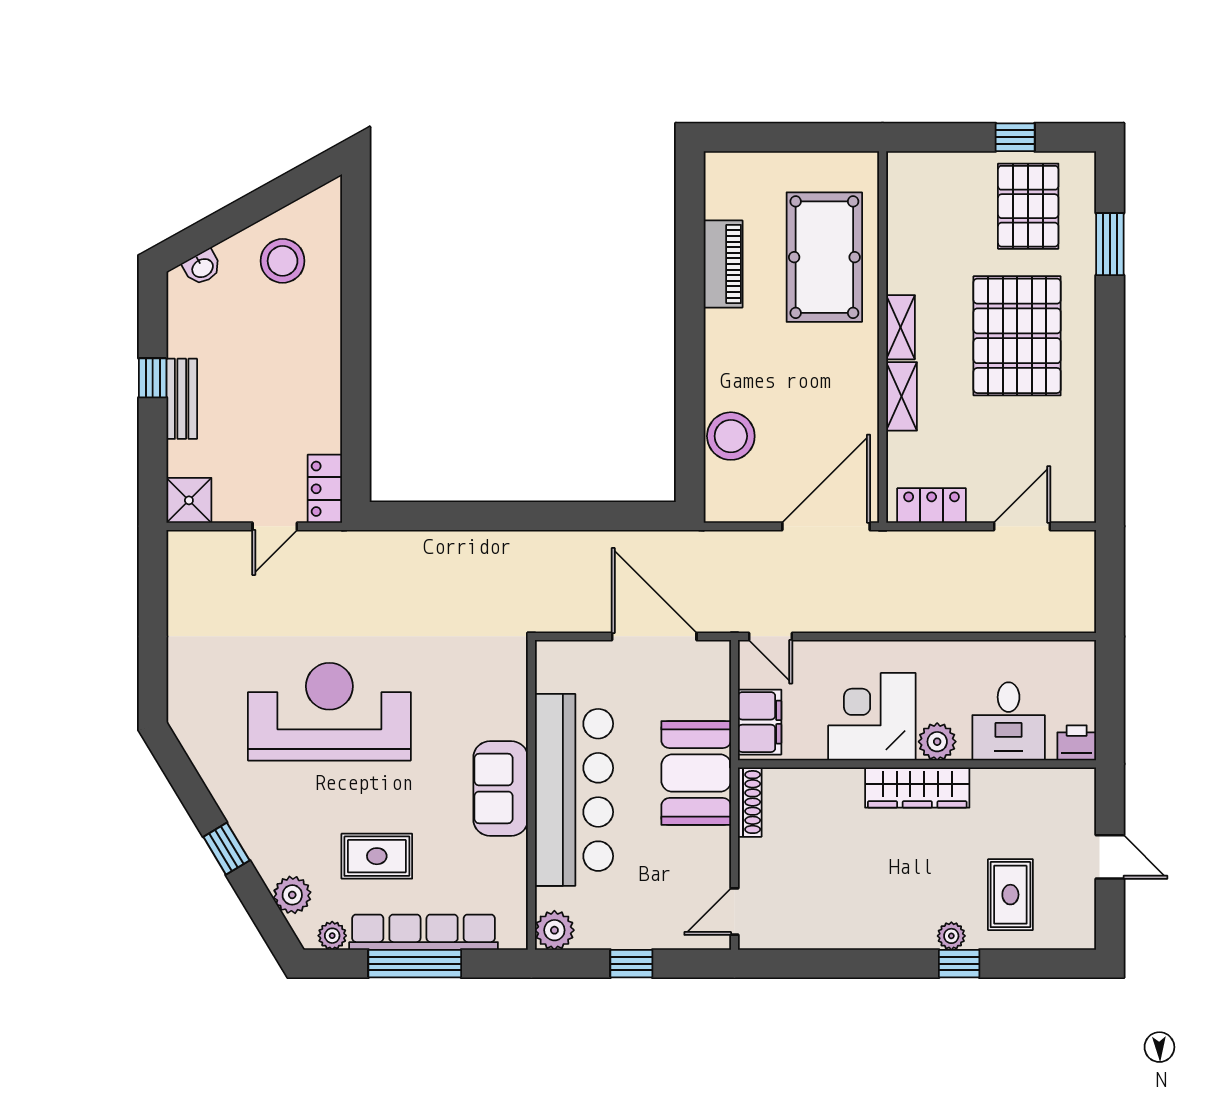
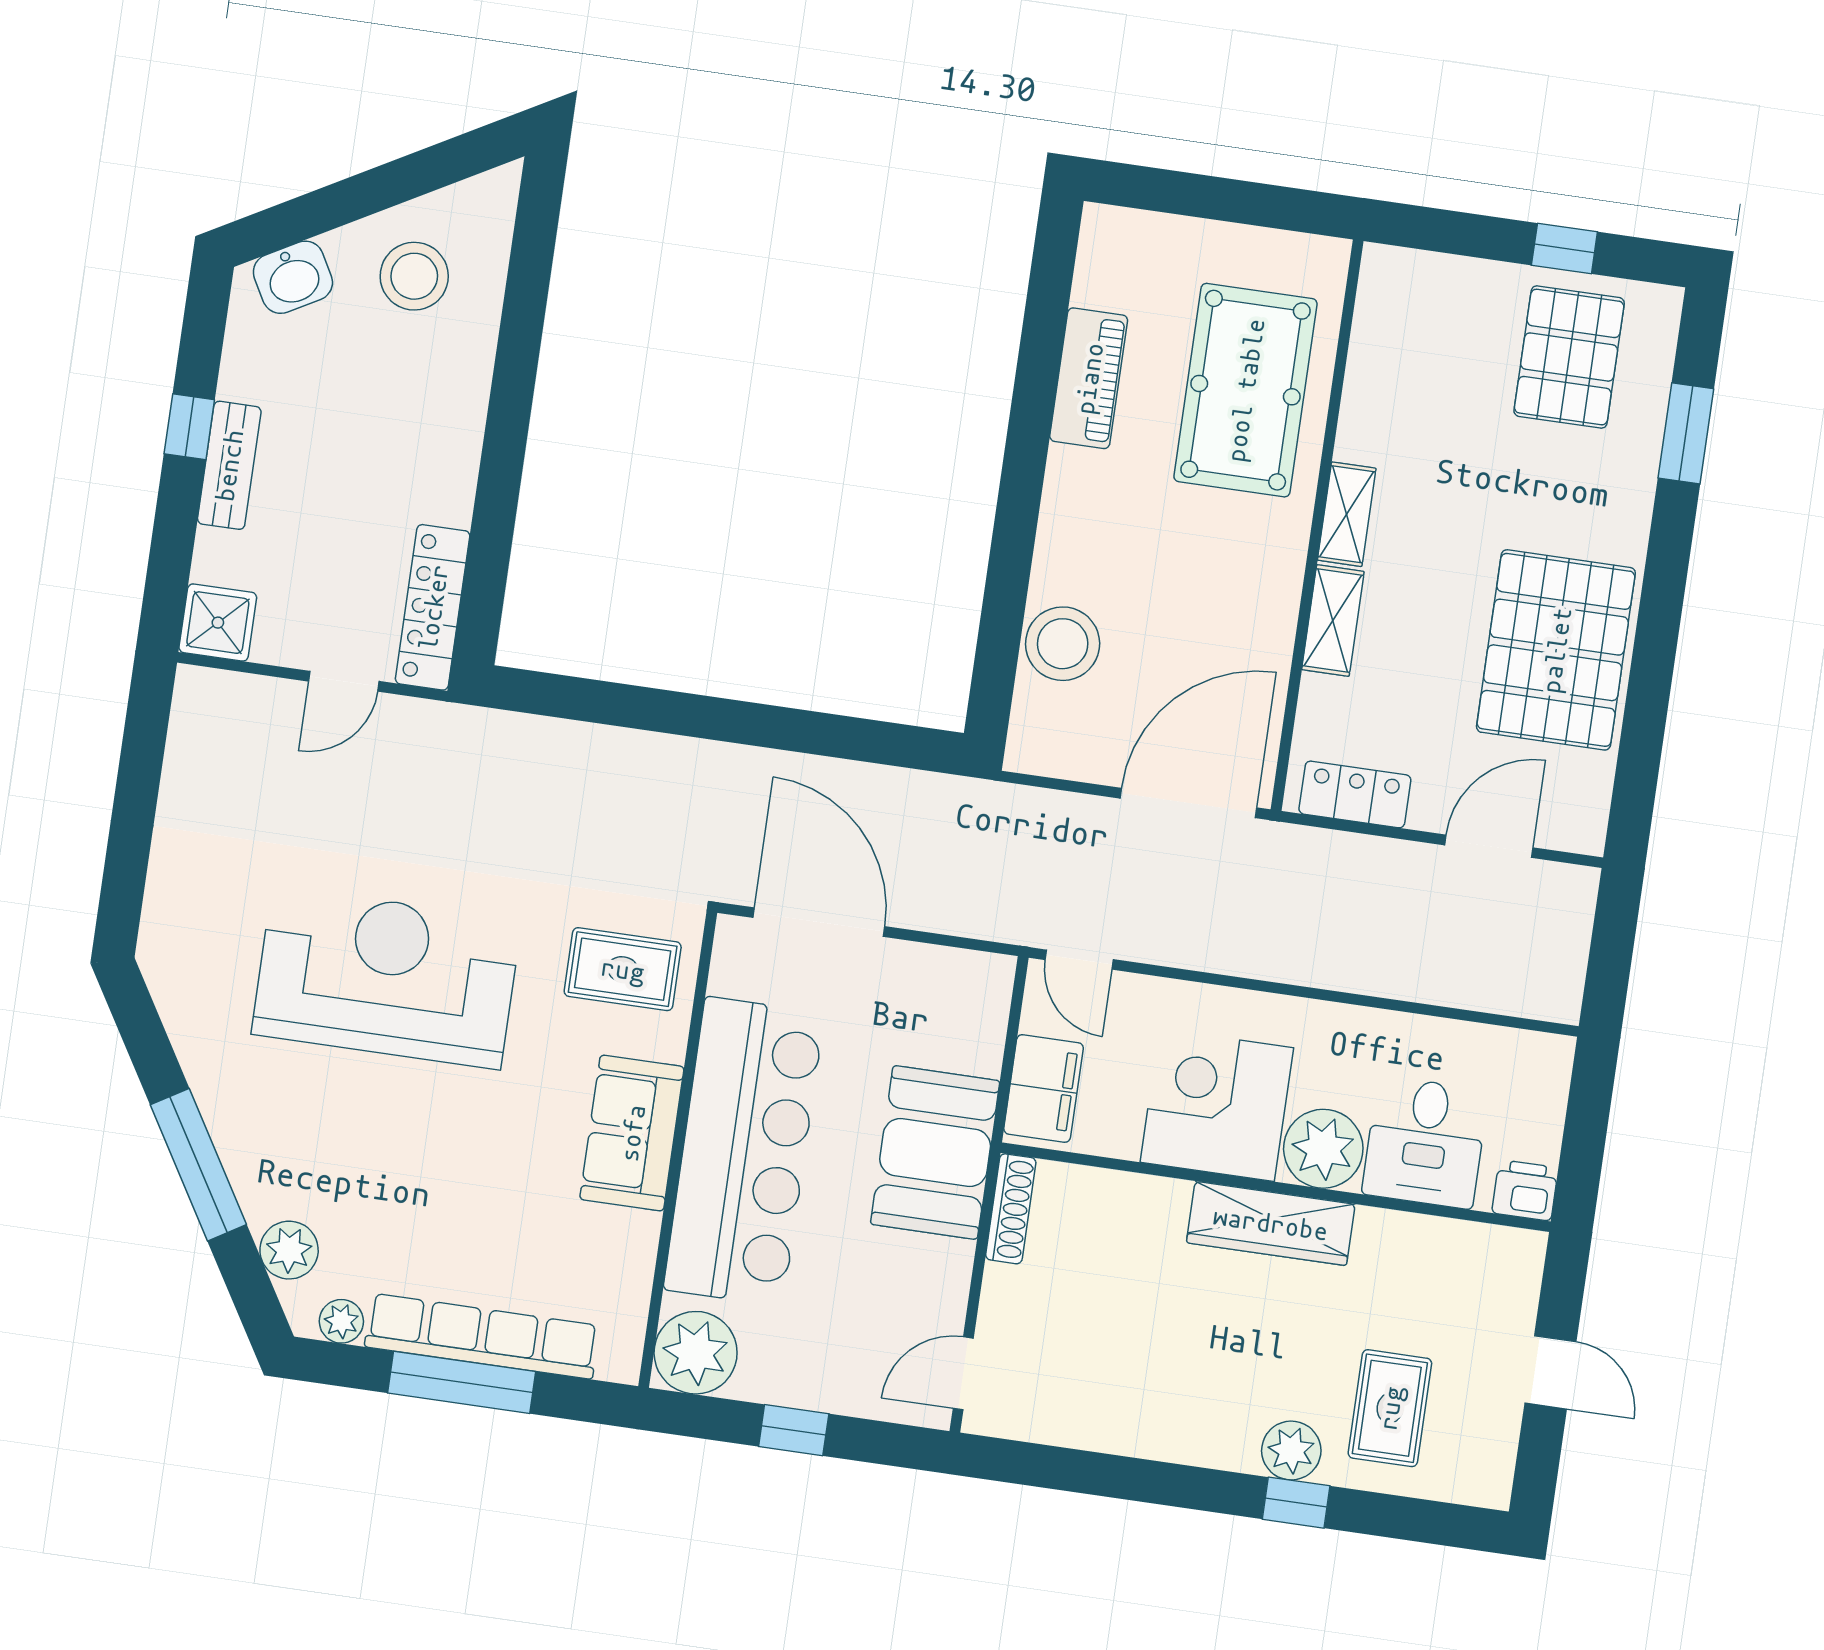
washbasin: (202, 267) -> (293, 277), width x1.38, depth x1.45
pallet: (1017, 336) -> (1556, 650), moved
locker: (325, 489) -> (433, 607), width x1.53
door: (654, 636) -> (819, 922), moved
plant: (937, 742) -> (1323, 1149), width x1.36, depth x1.36
window: (226, 849) -> (198, 1165), width x2.17
rug: (377, 856) -> (623, 969), moved
plant: (554, 930) -> (696, 1353), width x1.36, depth x1.36
plant: (951, 936) -> (1291, 1451), width x1.38, depth x1.38

